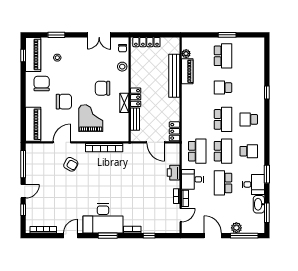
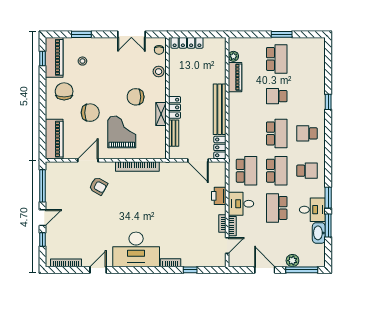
bench: (174, 76) -> (220, 109), moved
window: (267, 213) -> (328, 226), moved
window: (108, 236) -> (142, 270), removed

